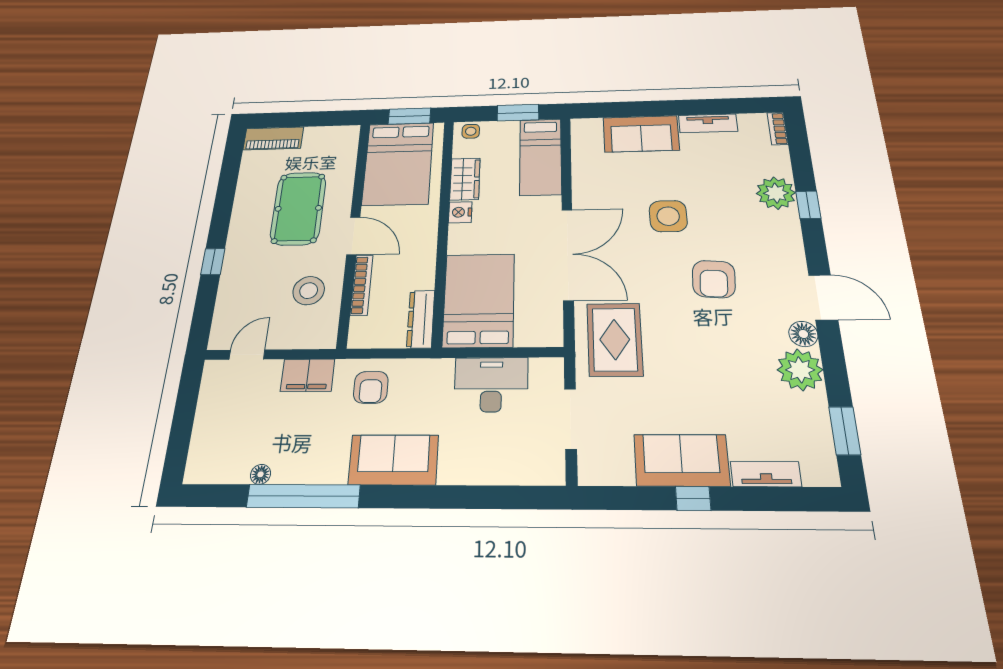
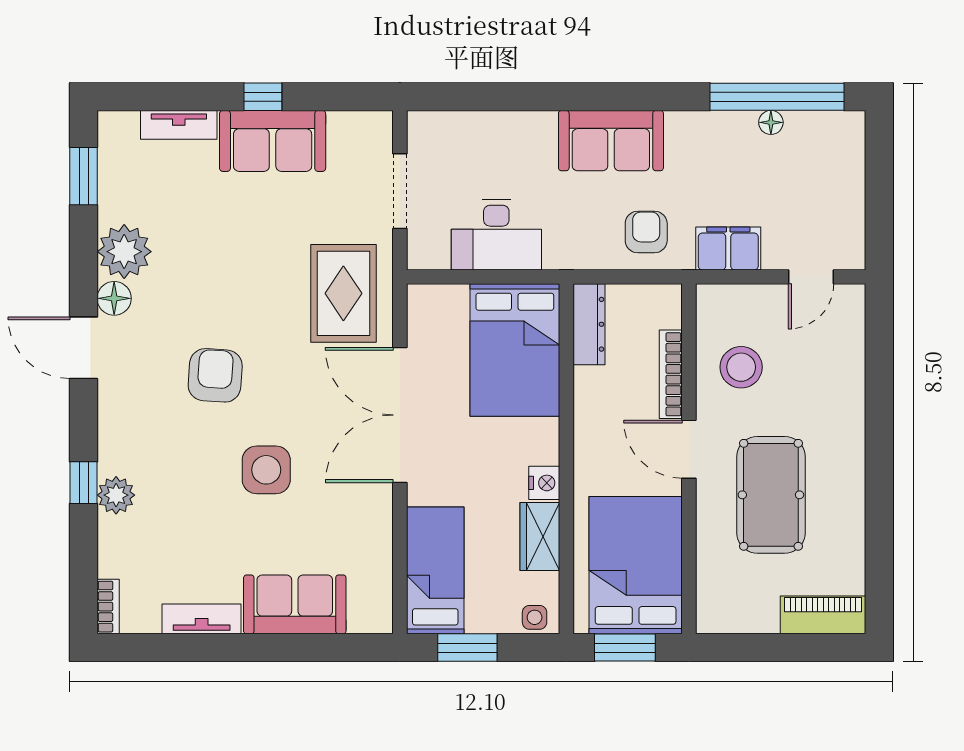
plant: (776, 193) -> (116, 495), width x0.73, depth x0.73
window: (213, 262) -> (879, 413), removed
window: (303, 496) -> (777, 97), moved

